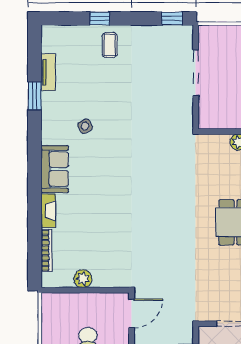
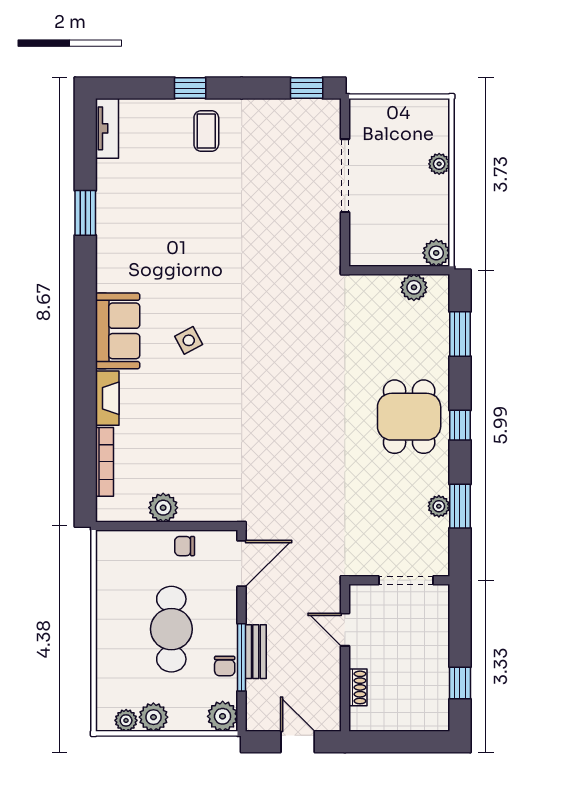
tv unit: (48, 72) -> (107, 128), moved
side table: (85, 126) -> (189, 340), moved
chair: (96, 303) -> (185, 546), added

